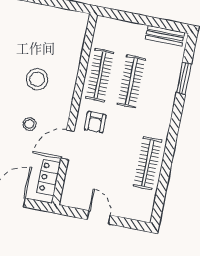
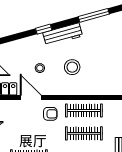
armchair: (95, 122) -> (50, 114), turned 180

